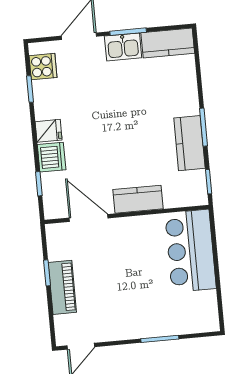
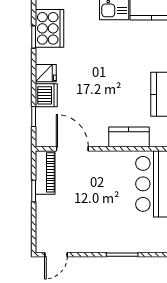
cooker: (43, 67) -> (49, 28), width x1.87, depth x1.31
kitchen counter: (138, 199) -> (129, 137), moved
piano: (62, 287) -> (45, 172), moved

